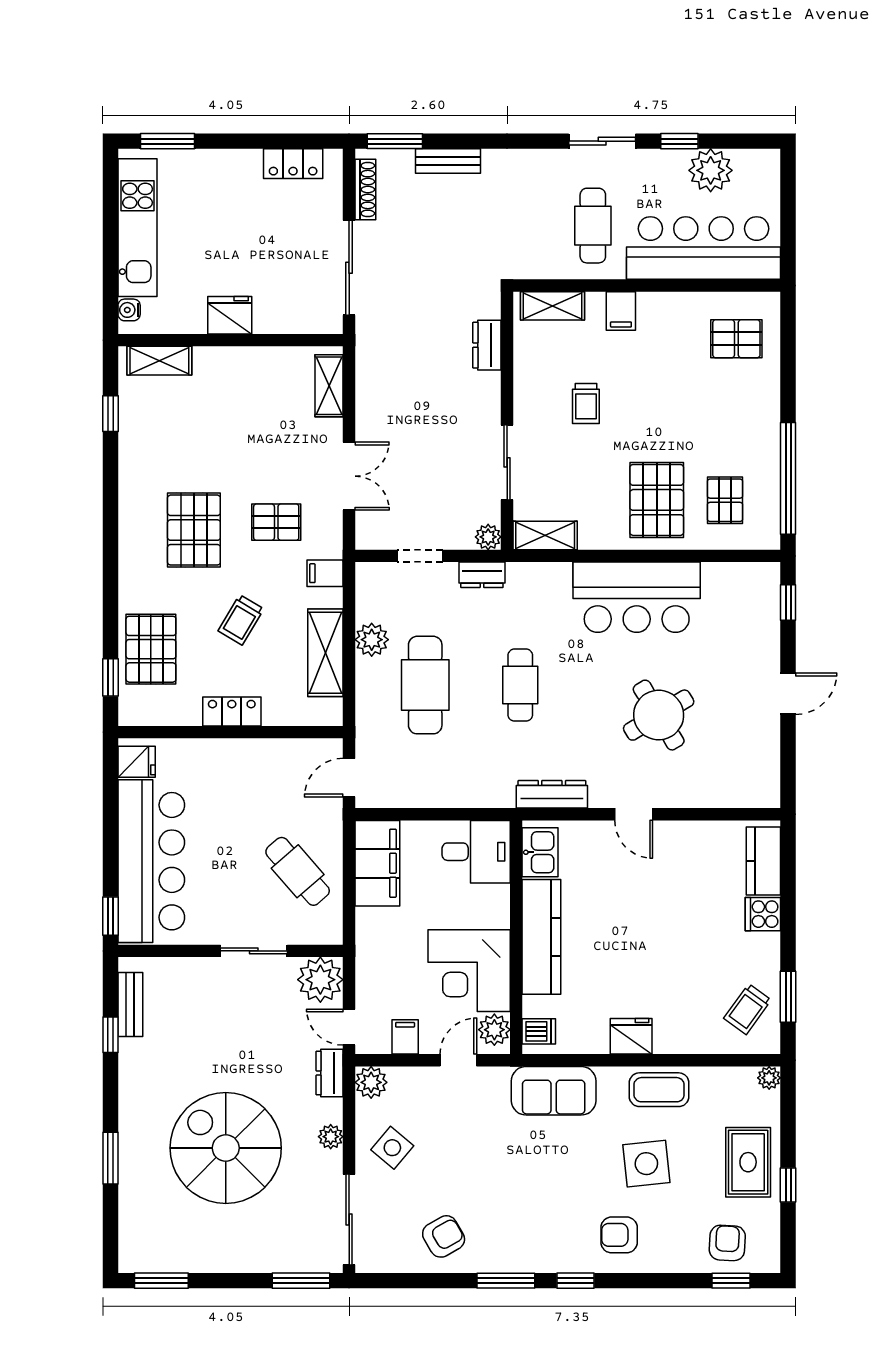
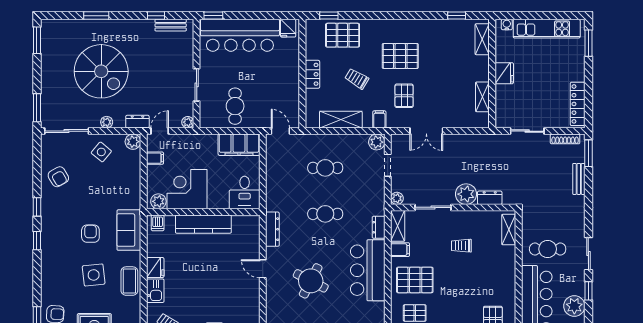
locker: (293, 164) -> (578, 104), width x1.53
sliding door: (349, 268) -> (527, 131), width x0.73
filing cabinet: (621, 311) -> (400, 250), moved, turned 180
shelving: (329, 386) -> (482, 97), moved, turned 90
plant: (479, 394) -> (466, 194), added
dresser: (482, 575) -> (379, 227), moved
plant: (372, 640) -> (377, 142), moved
cafe table: (425, 685) -> (325, 168), width x0.73, depth x0.74
round table: (659, 715) -> (311, 281), turned -32
door: (634, 814) -> (263, 269), hinge flipped
kitchen sink: (540, 852) -> (155, 291), moved, turned -90
cafe table: (298, 871) -> (235, 106), turned -49
plant: (320, 980) -> (188, 122), width x0.53, depth x0.53
door: (458, 1060) -> (144, 184), removed
spiral stairs: (226, 1148) -> (101, 71), turned 90
armchair: (619, 1235) -> (90, 234), moved
window: (506, 1281) -> (37, 207), width x0.67

